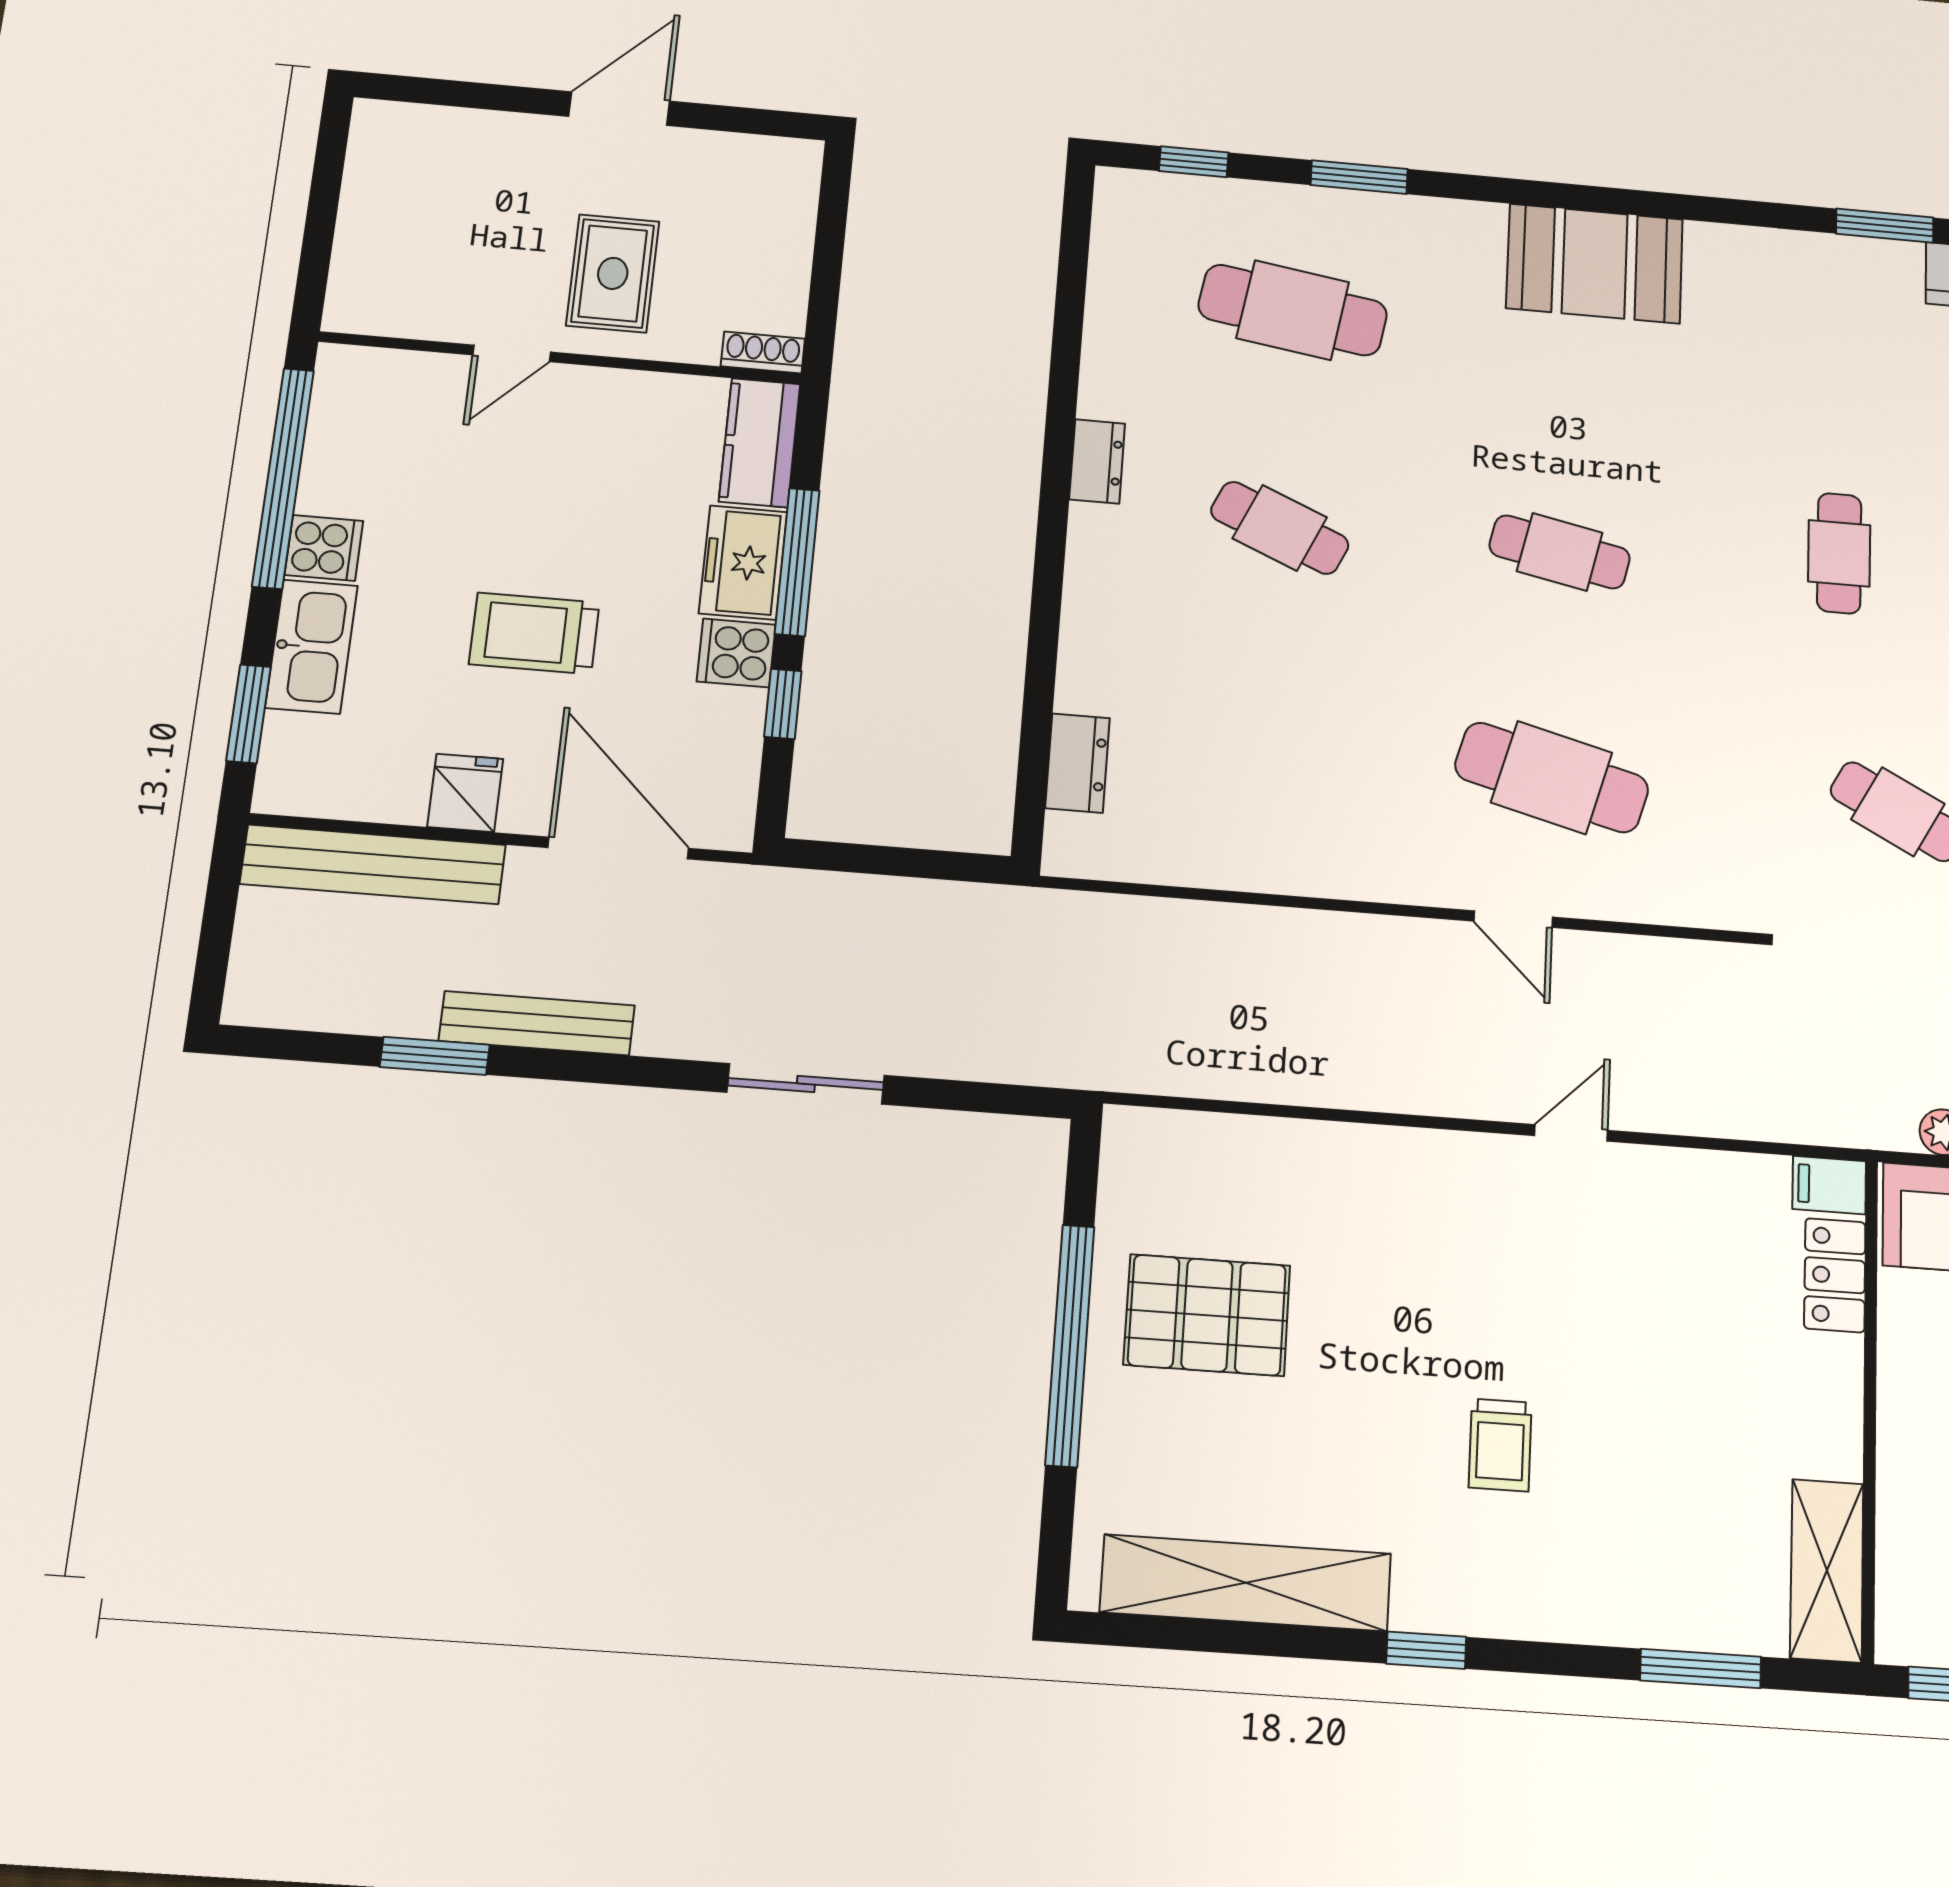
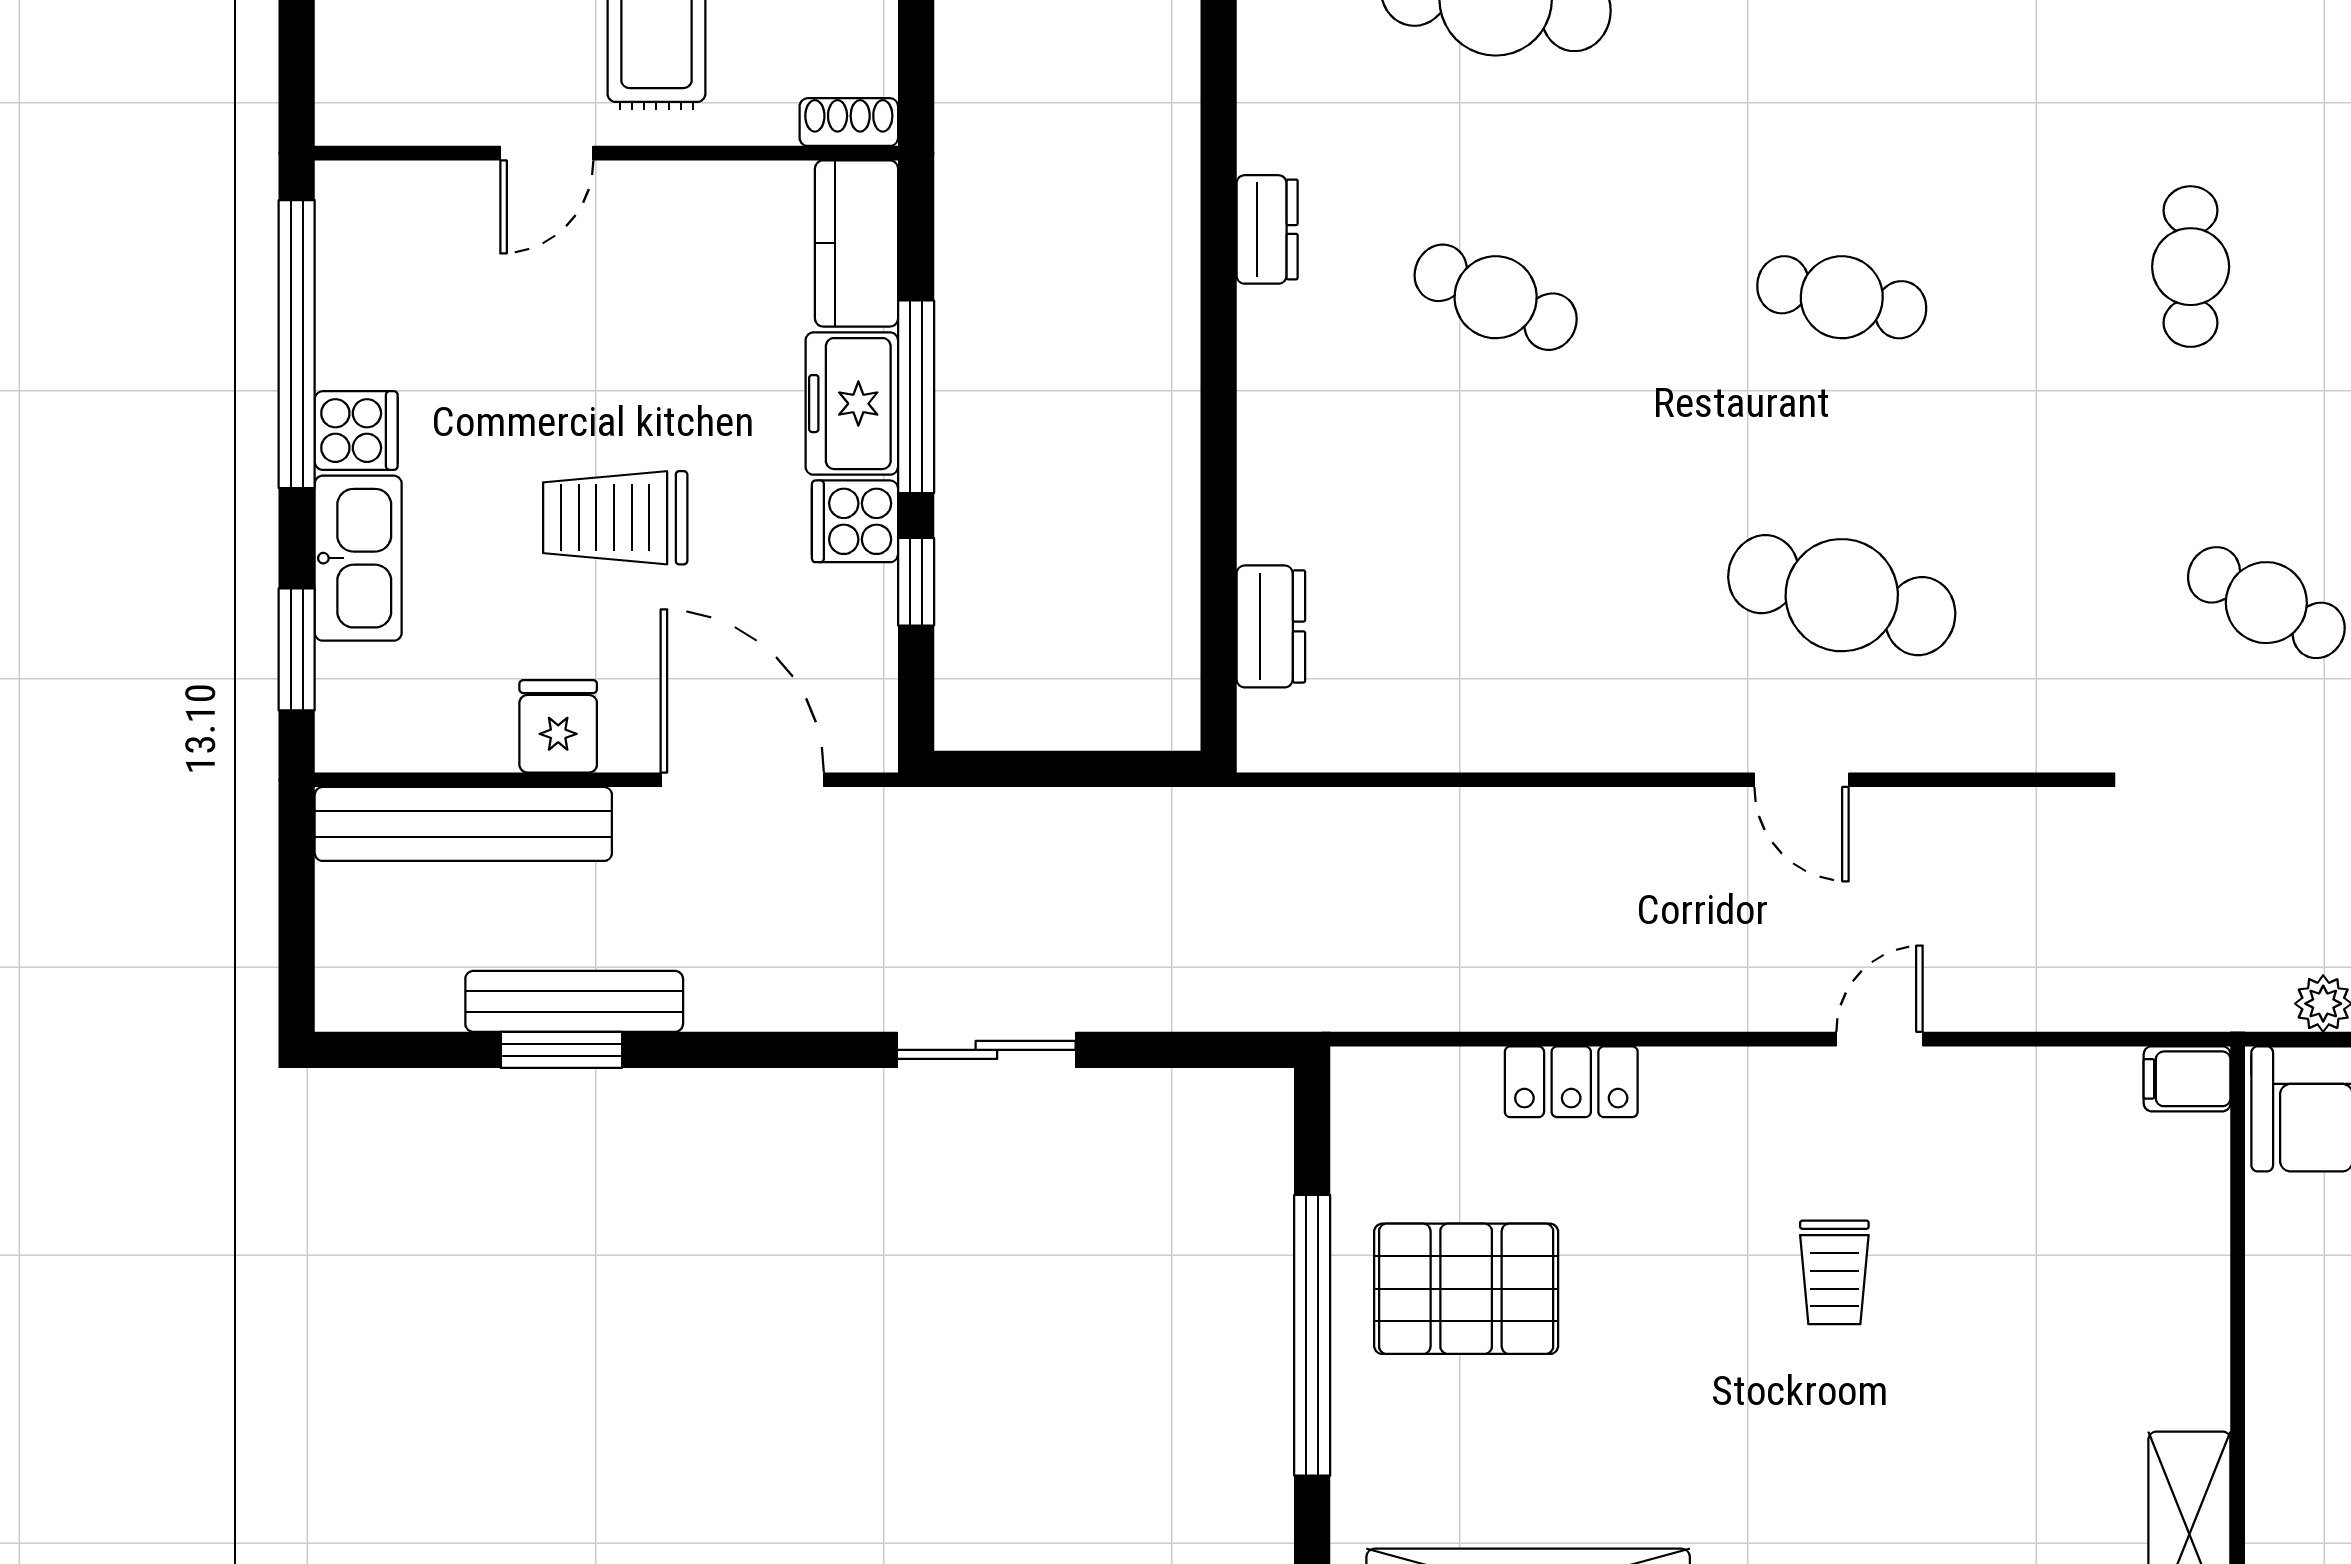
bench: (537, 1023) -> (574, 1001), moved
locker: (1835, 1275) -> (1571, 1082), moved, turned -90
trolley: (1500, 1445) -> (1834, 1272), moved

